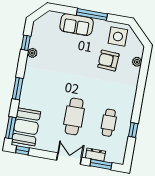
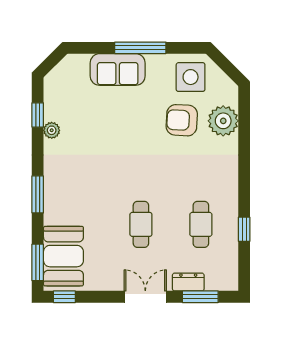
plant: (137, 62) -> (223, 121), width x1.88, depth x1.88
cafe table: (74, 116) -> (141, 224), width x0.73, depth x0.74

